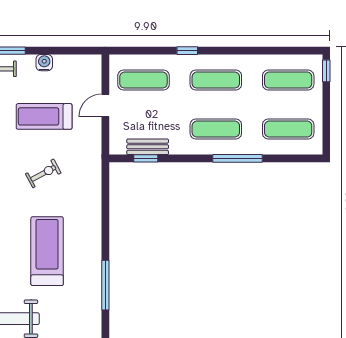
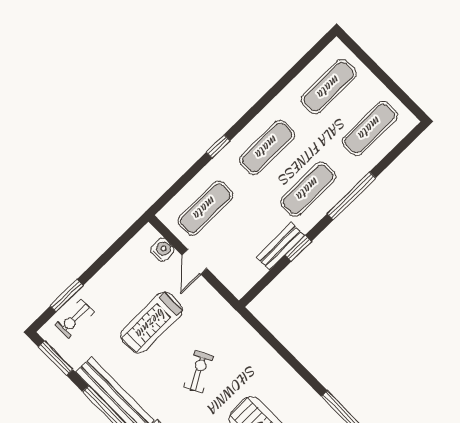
water cooler: (44, 63) -> (162, 250), moved, turned 90
window: (326, 71) -> (353, 47), removed
bench: (148, 147) -> (280, 246), moved
window: (146, 158) -> (298, 248), moved

